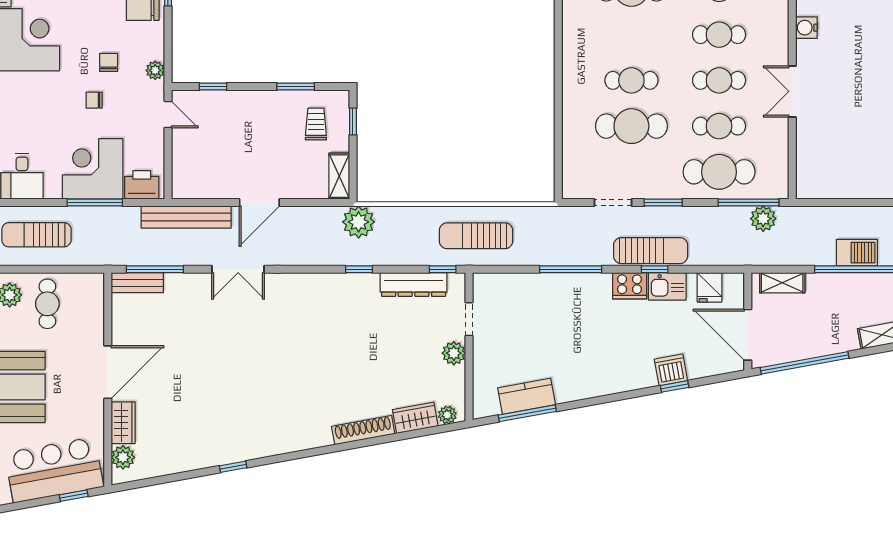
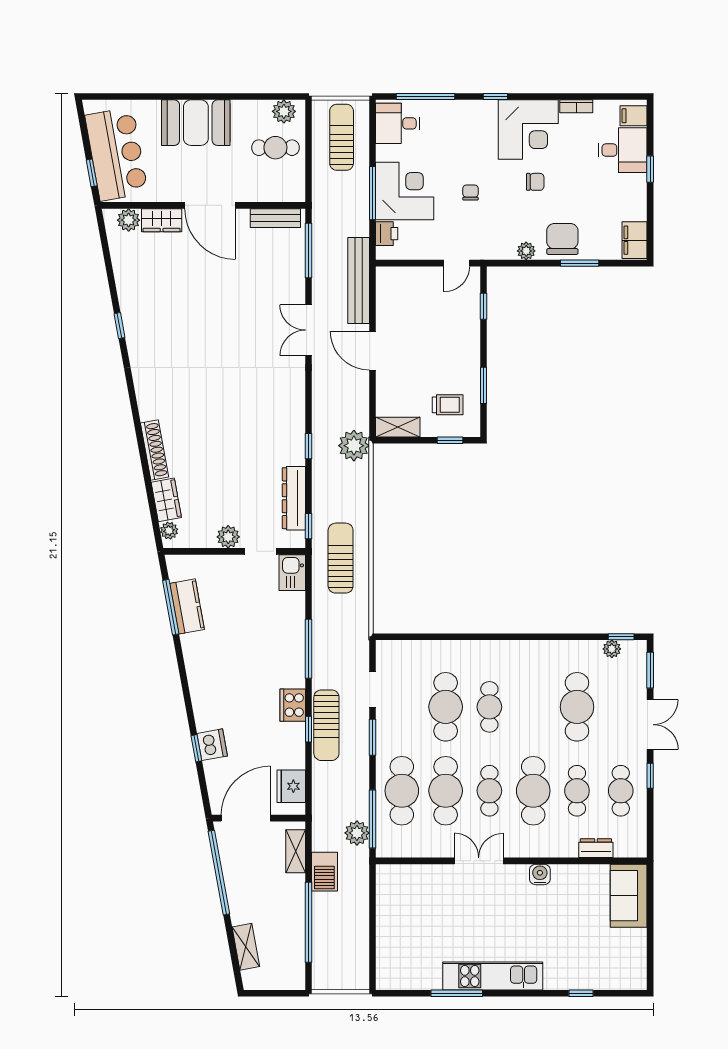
cafe table: (719, 35) -> (533, 791), width x1.37, depth x1.35
chair: (109, 62) -> (535, 182), moved
plant: (155, 70) -> (526, 251), moved
cafe table: (719, 126) -> (446, 791), width x1.37, depth x1.35
printer: (142, 185) -> (387, 234), width x0.73, depth x0.81
barbecue: (857, 253) -> (324, 872), moved
bench: (137, 283) -> (275, 218), moved, turned 90
kitchen sink: (667, 286) -> (292, 573), moved
fridge: (709, 287) -> (291, 786), width x1.38

